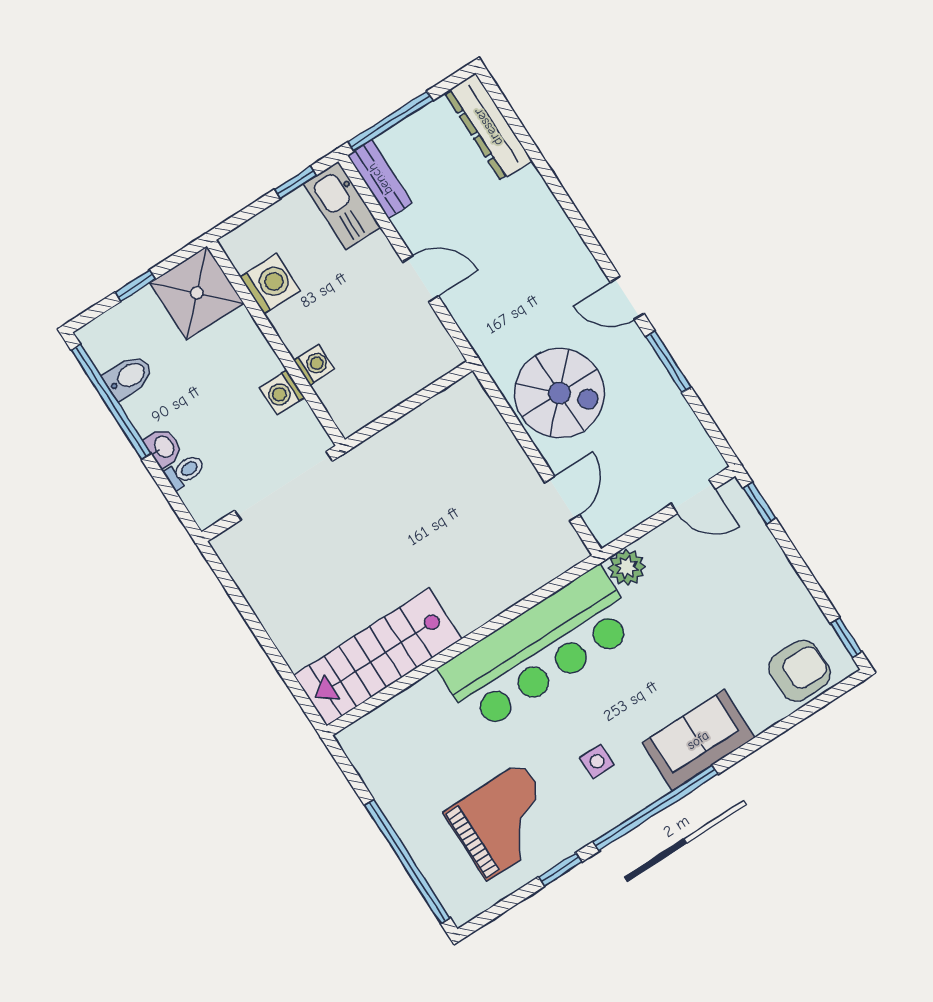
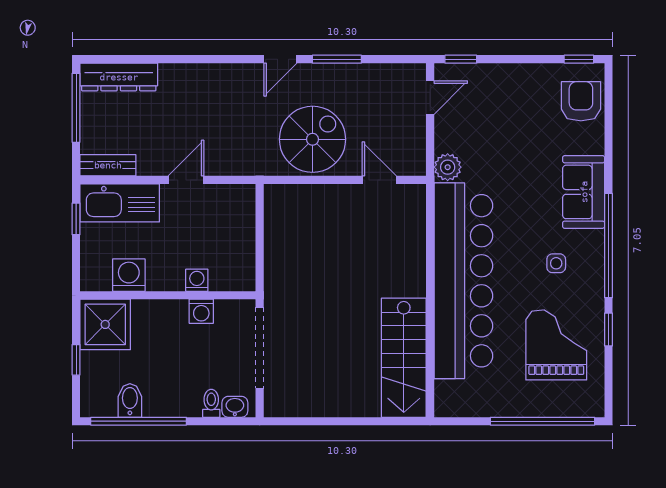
window: (390, 121) -> (76, 108), moved
kitchen sink: (342, 206) -> (120, 203), width x1.36, depth x1.24
washbasin: (163, 447) -> (235, 407), moved
bar counter: (539, 649) -> (463, 281), width x1.36

